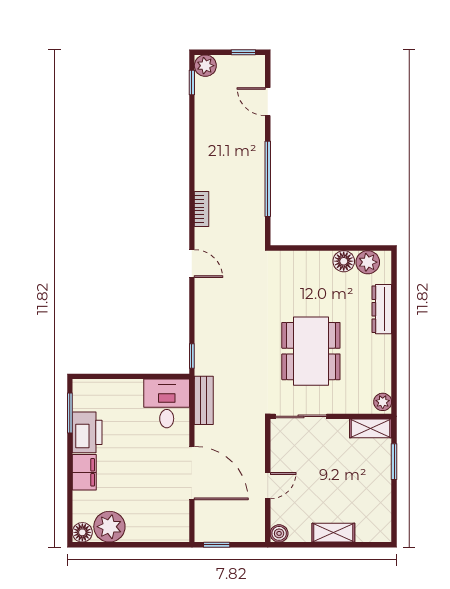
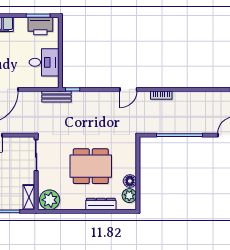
dining table: (311, 351) -> (91, 166), moved
bench: (204, 400) -> (56, 96), moved
plant: (383, 402) -> (50, 200), width x1.87, depth x1.87
desk: (167, 403) -> (44, 62), moved
printer: (87, 432) -> (40, 26), moved

